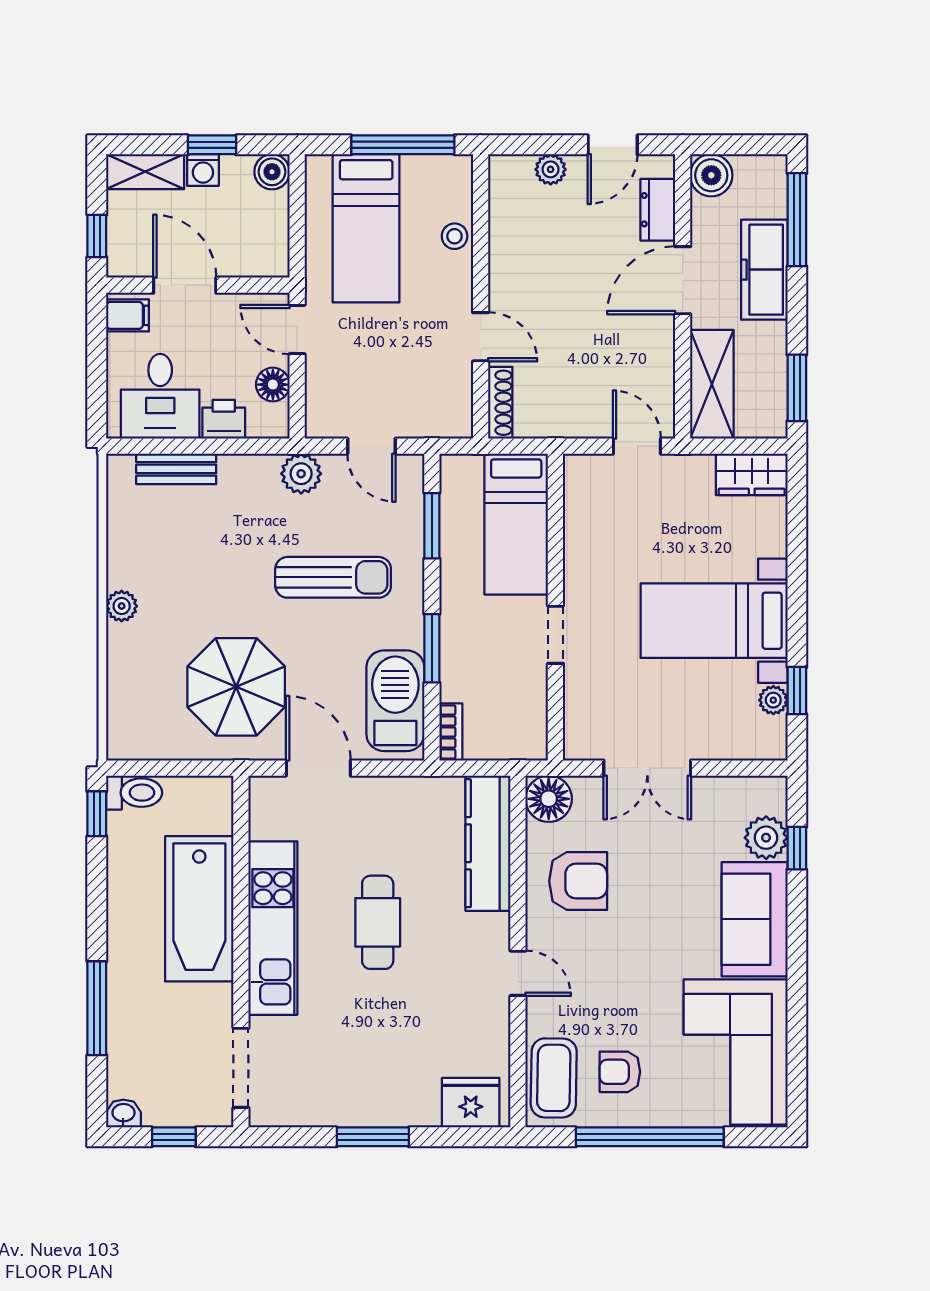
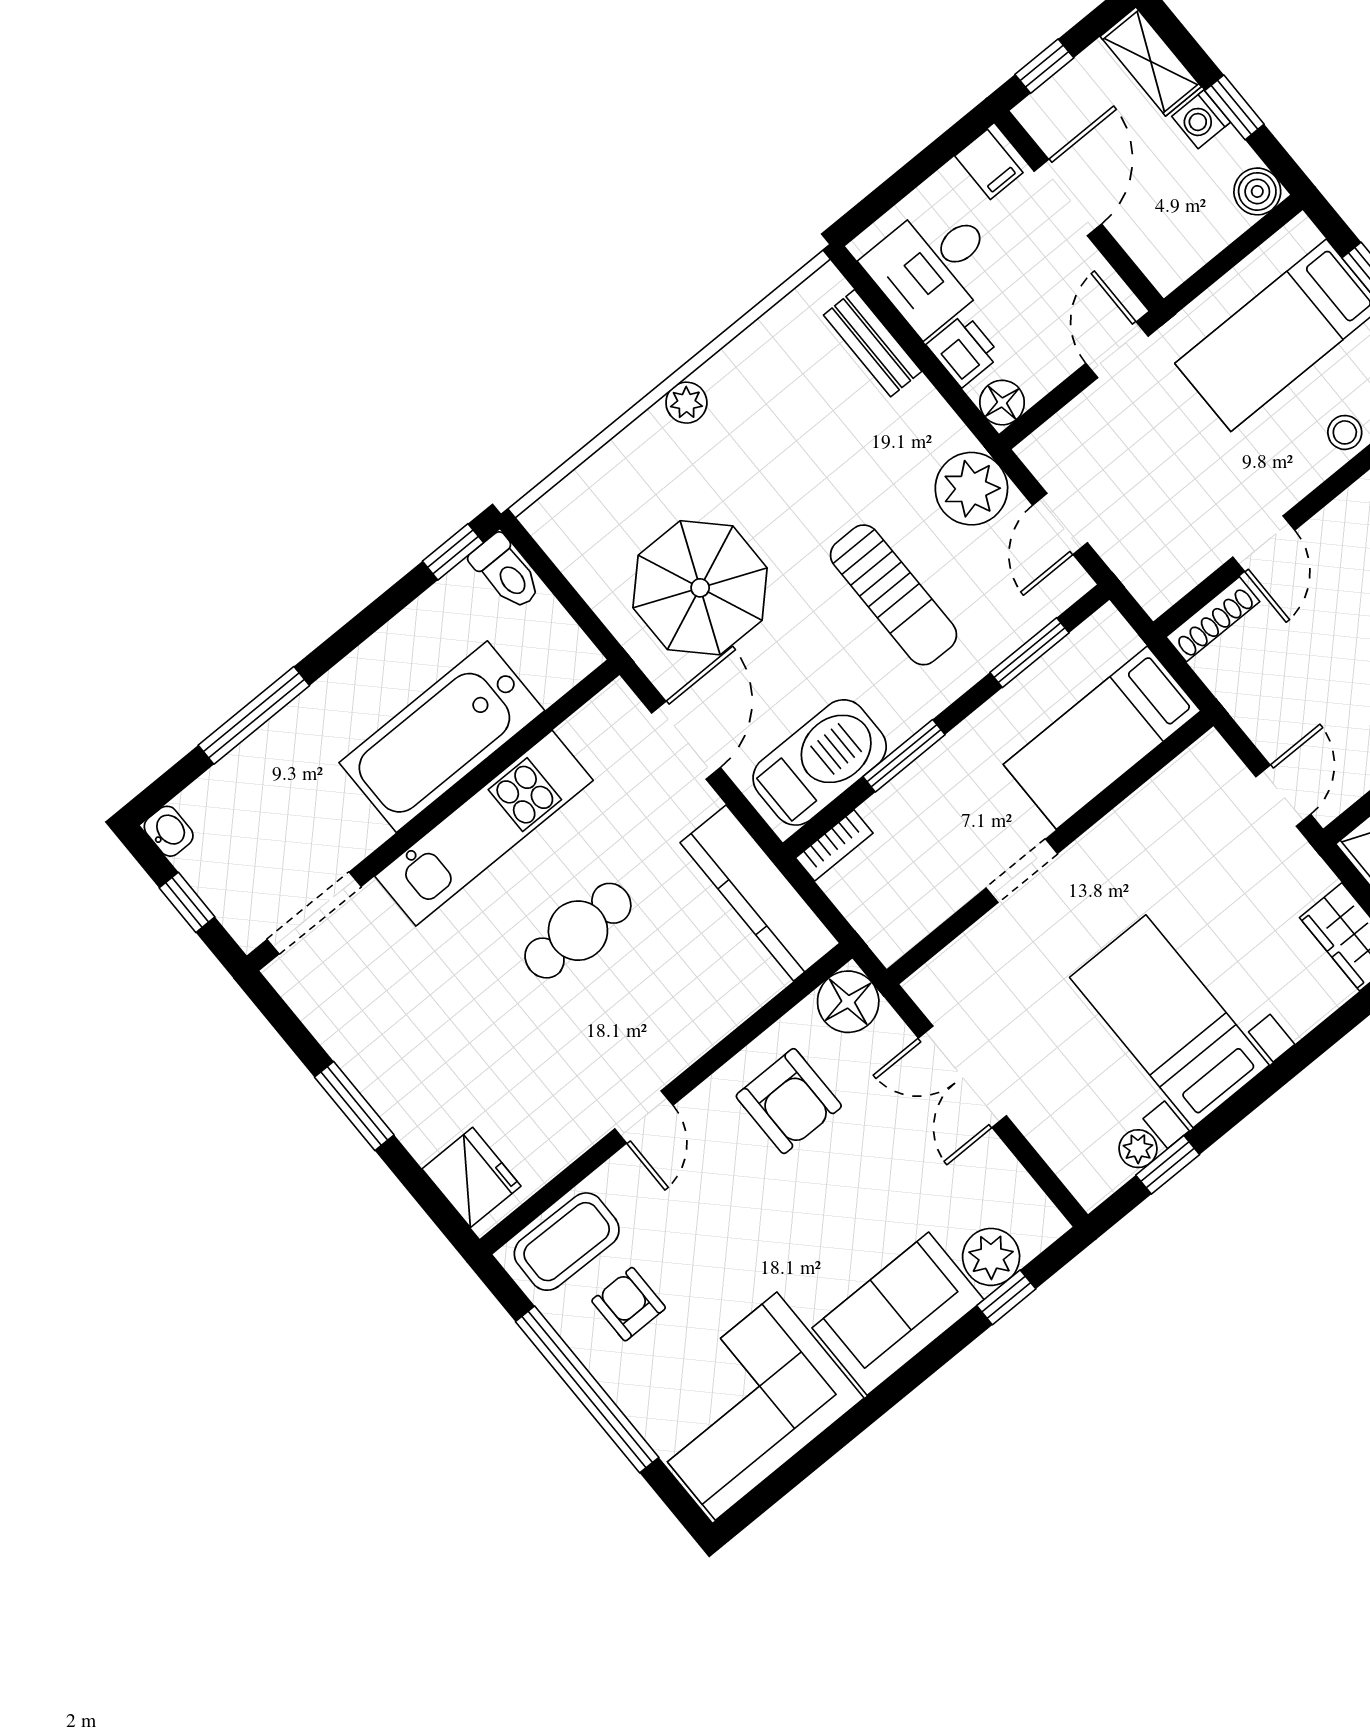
floor lamp: (273, 385) -> (1002, 403), moved
plant: (301, 474) -> (971, 489), width x1.36, depth x1.36
kitchen counter: (488, 843) -> (760, 893), moved, turned -90

